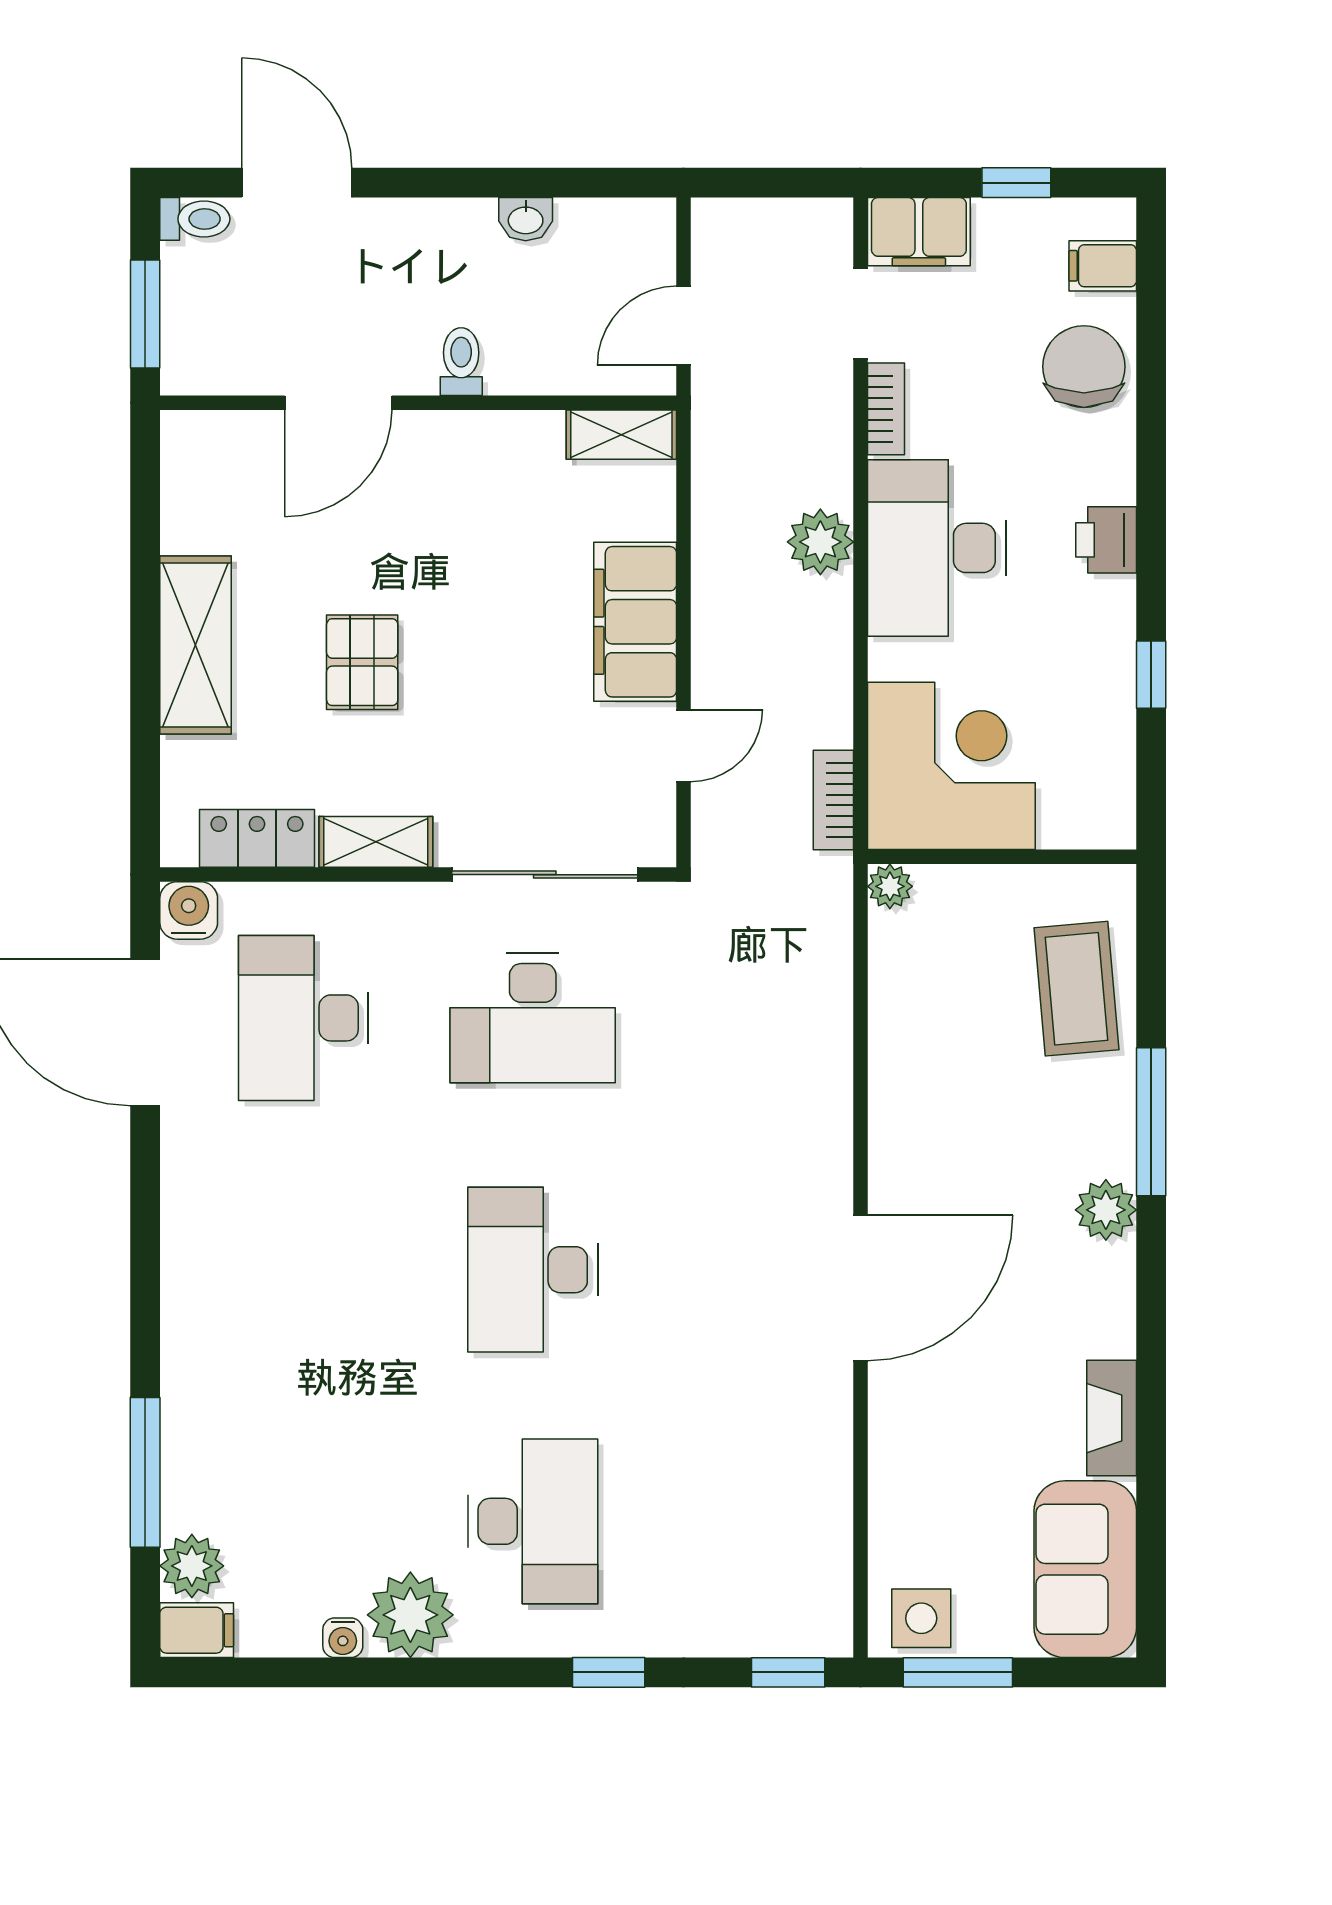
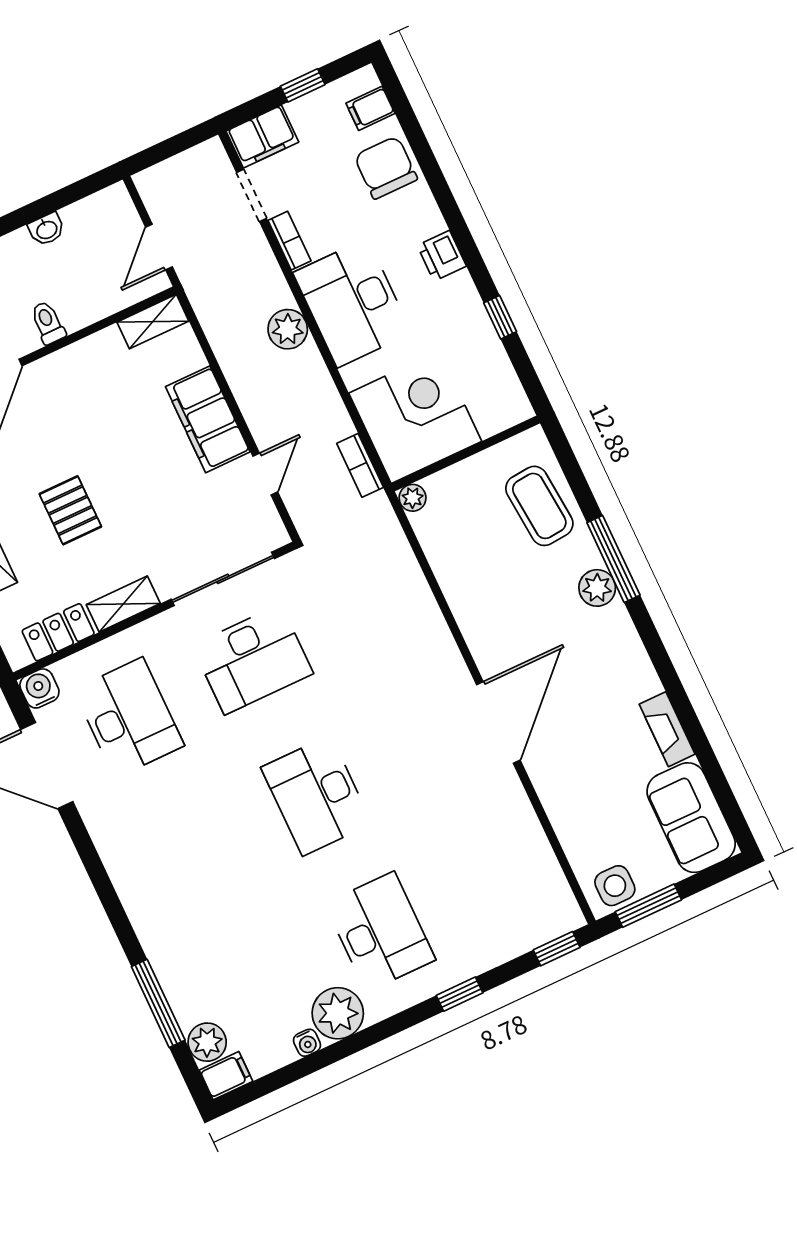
desk: (304, 1018) -> (129, 718), turned 180
plant: (1106, 1210) -> (597, 588), moved

